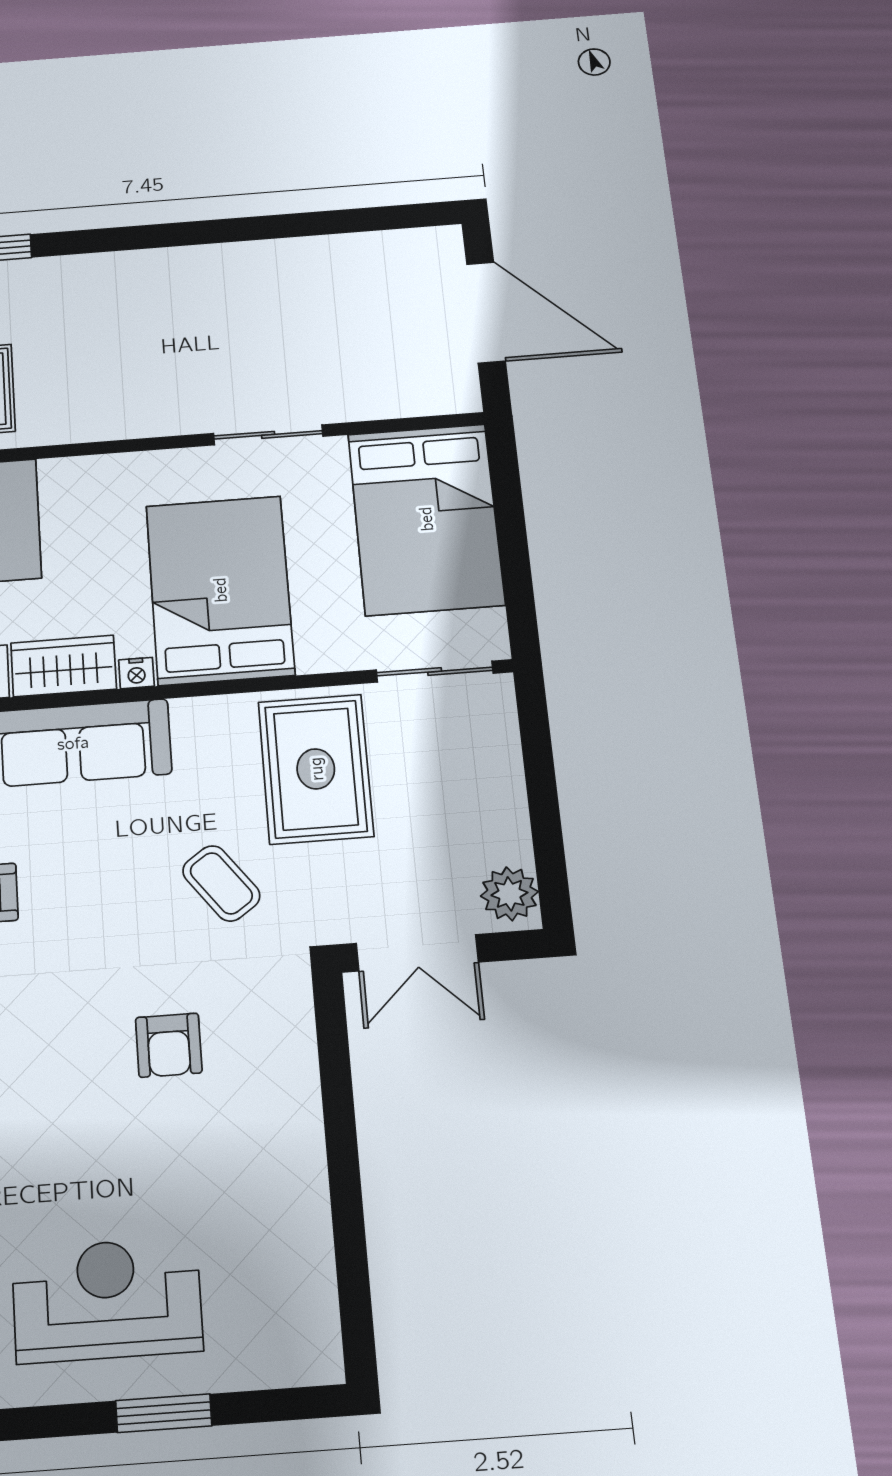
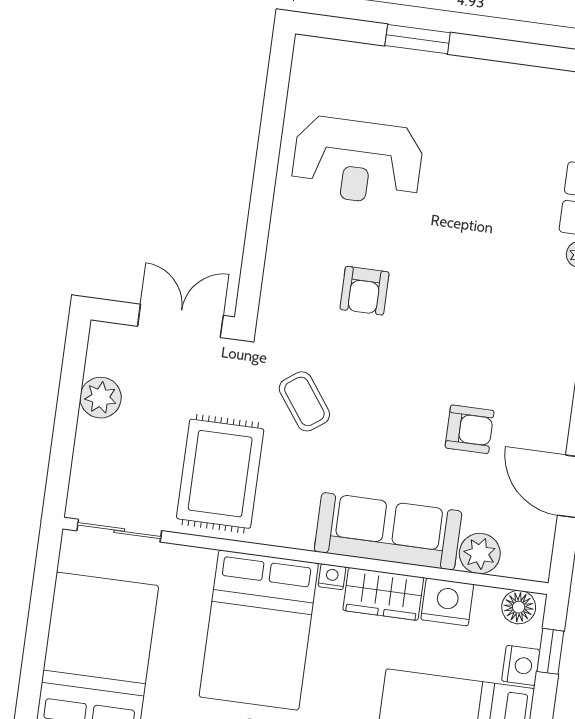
plant: (509, 894) -> (101, 398), moved
armchair: (169, 1045) -> (364, 291), turned 180
reception desk: (107, 1300) -> (357, 161), moved

